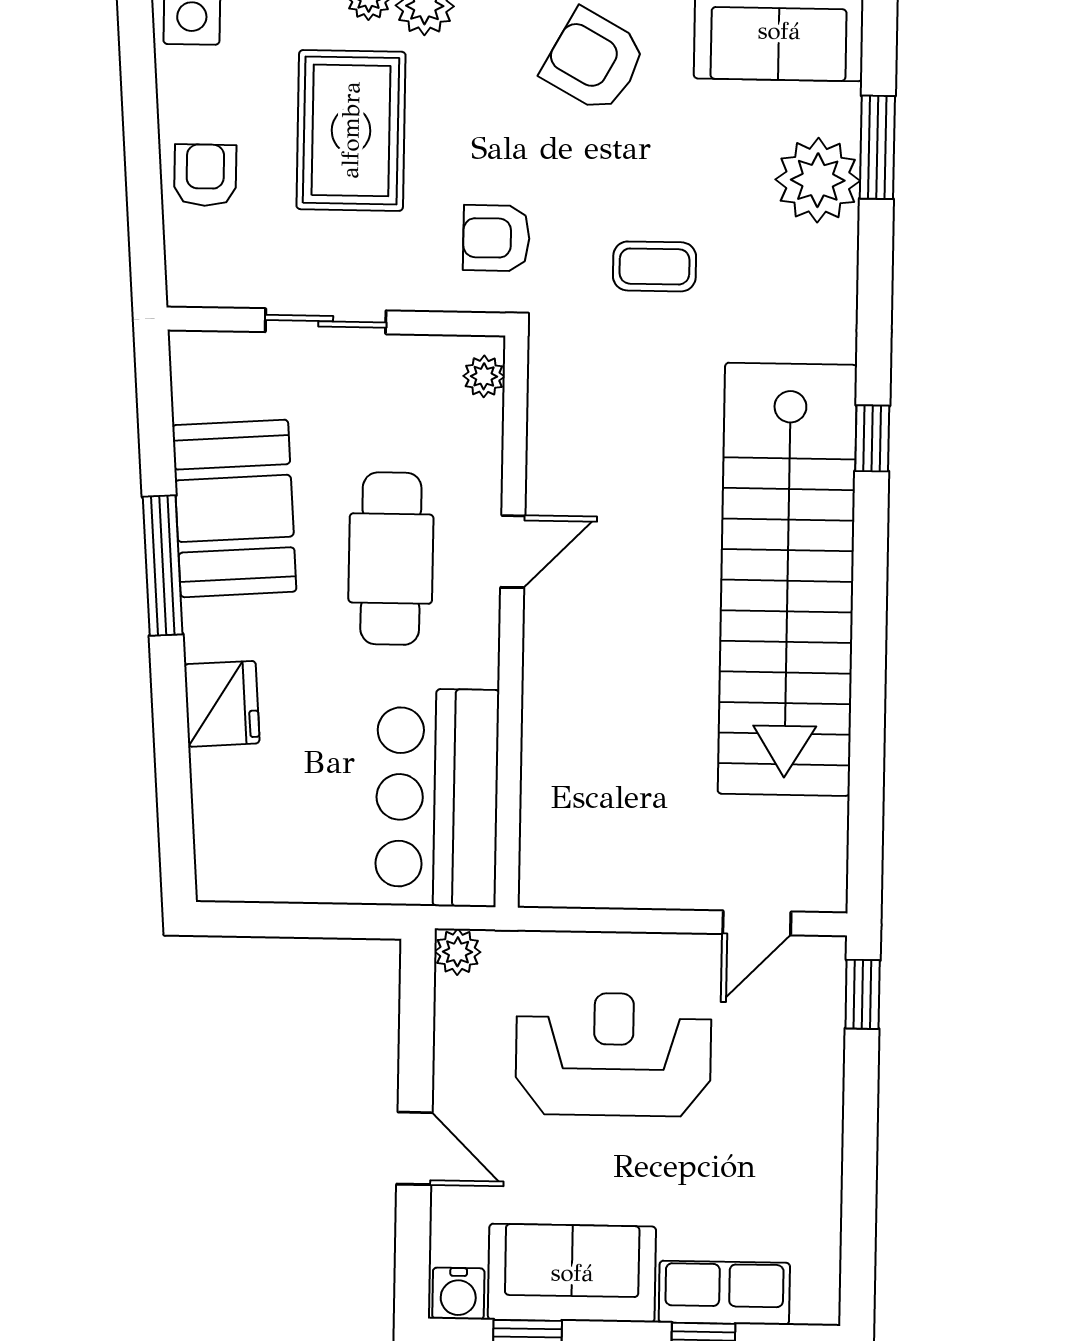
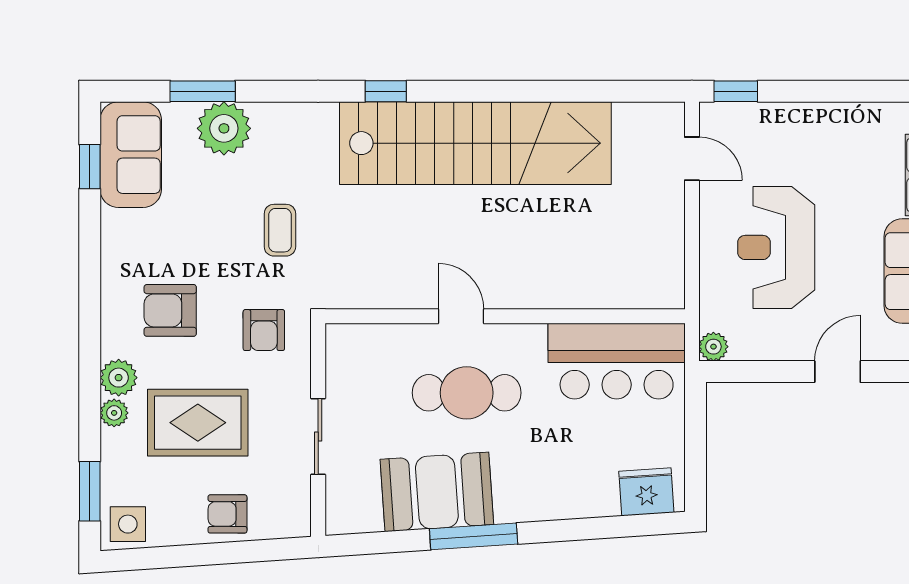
armchair: (594, 61) -> (170, 310), moved, turned 61
plant: (484, 376) -> (351, 336), removed
fridge: (222, 704) -> (646, 492), moved

